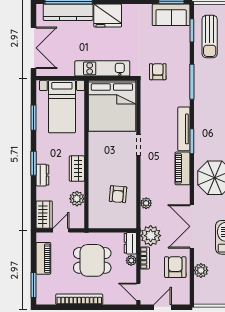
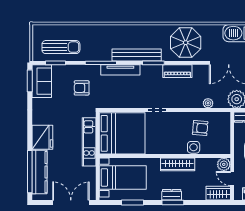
armchair: (158, 72) -> (82, 88), moved
bench: (201, 122) -> (137, 55), added
tv unit: (184, 129) -> (120, 70), moved
wardrobe: (77, 169) -> (178, 164), width x1.50
dresser: (42, 175) -> (172, 195), moved
side table: (96, 187) -> (194, 147), added
plant: (77, 199) -> (224, 164), moved

